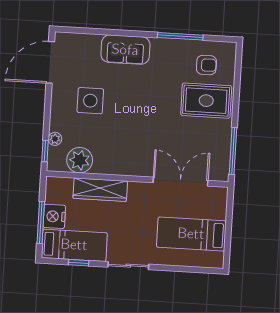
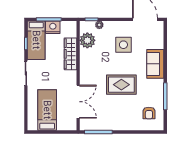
rug: (206, 101) -> (121, 85), moved, turned 90

